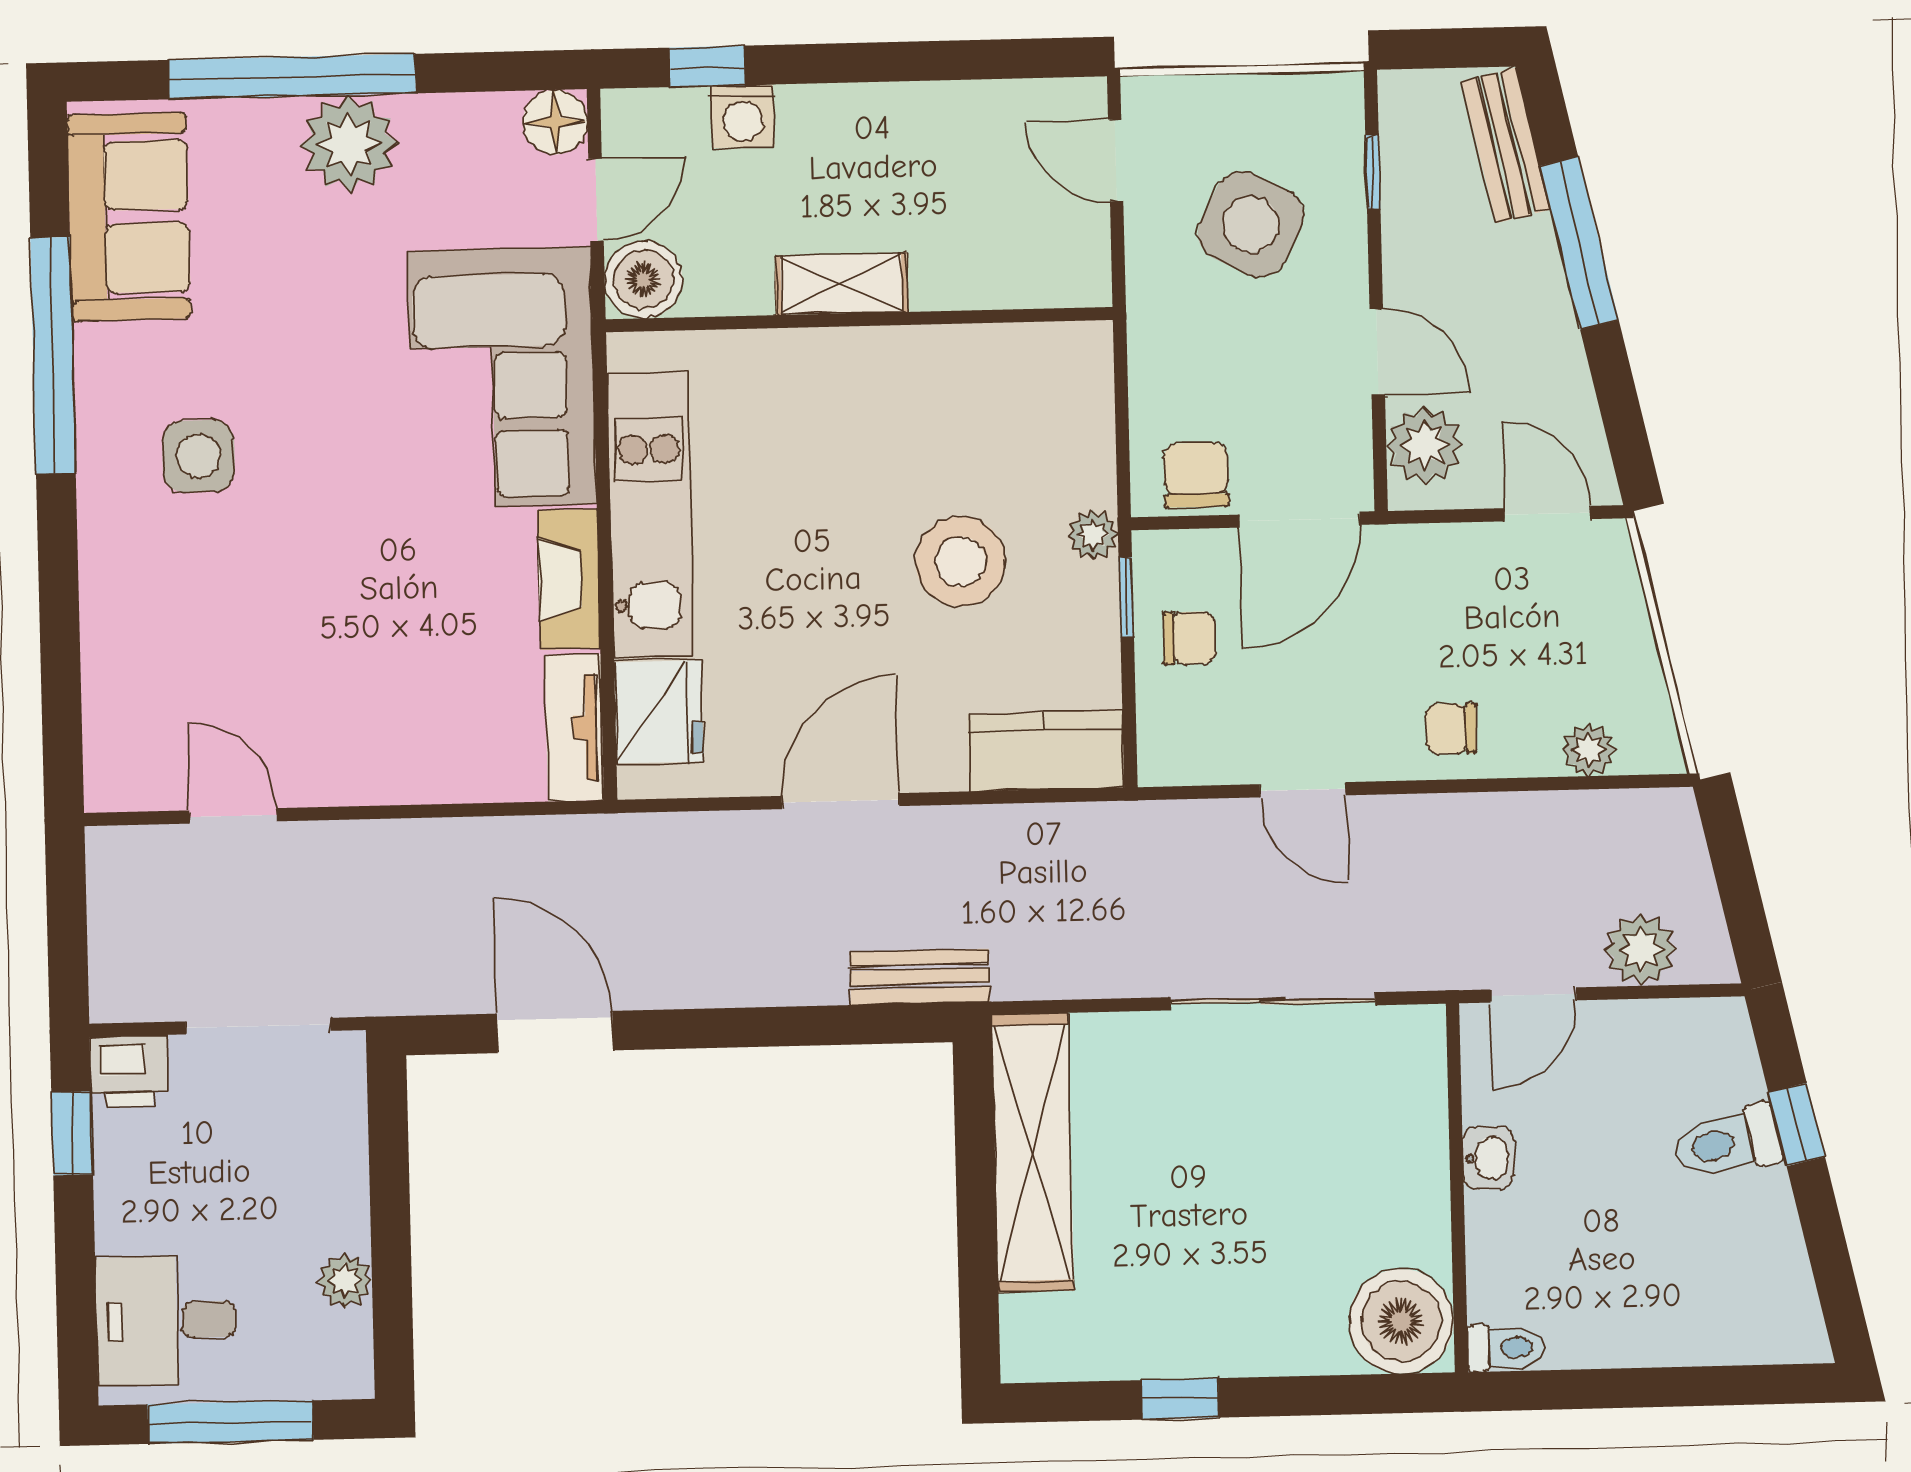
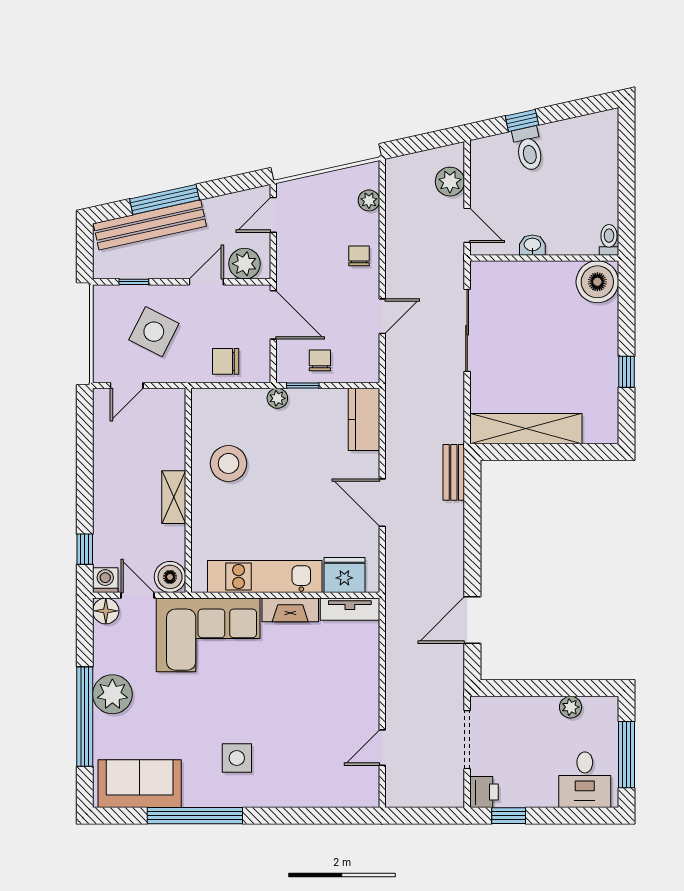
washing machine: (743, 116) -> (105, 580), moved, turned -90
bench: (1506, 145) -> (150, 225), width x1.86, depth x1.21
chair: (1196, 475) -> (226, 361), moved
stool: (960, 561) -> (229, 463), moved
chair: (1451, 729) -> (359, 256), turned 180

